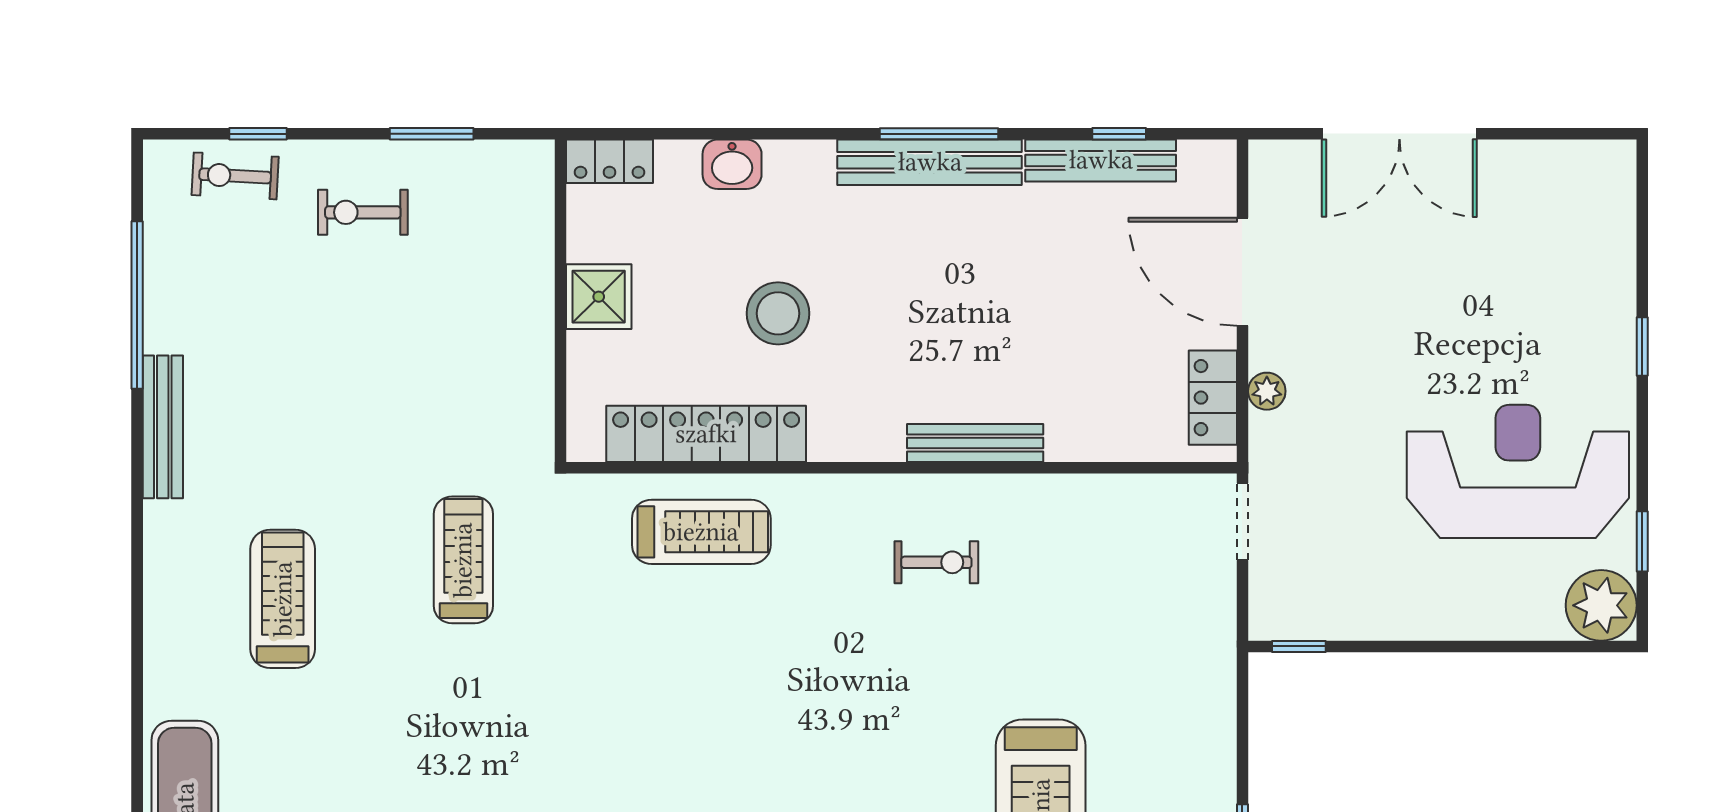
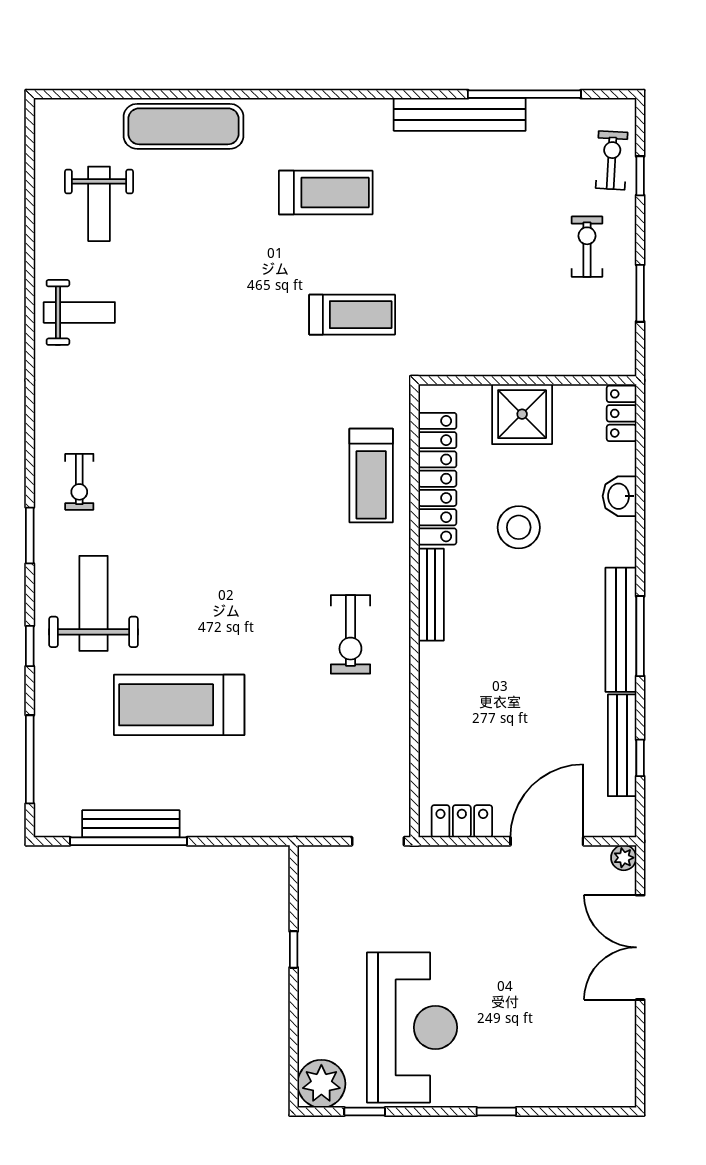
shower: (599, 297) -> (522, 414), width x1.36, depth x1.36
plant: (1267, 391) -> (624, 858), moved
bench: (163, 427) -> (460, 114), width x1.37, depth x1.21
bench: (975, 443) -> (431, 595), moved
exercise bike: (936, 562) -> (350, 634), width x1.38, depth x1.39
window: (1299, 646) -> (294, 949), moved

